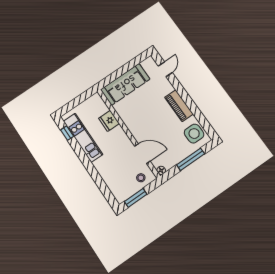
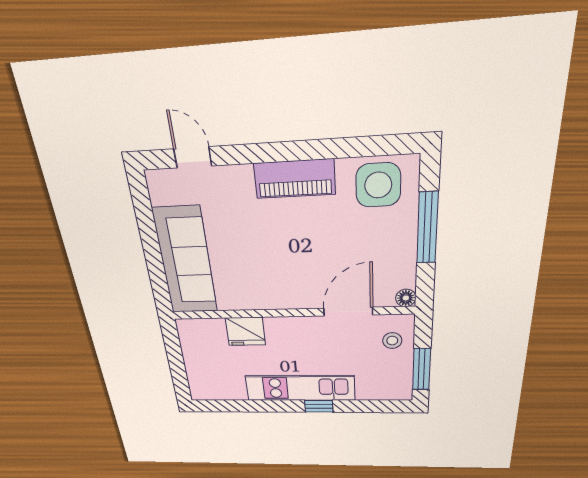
window: (67, 133) -> (319, 406), moved
kitchen unit: (83, 138) -> (300, 388), moved

